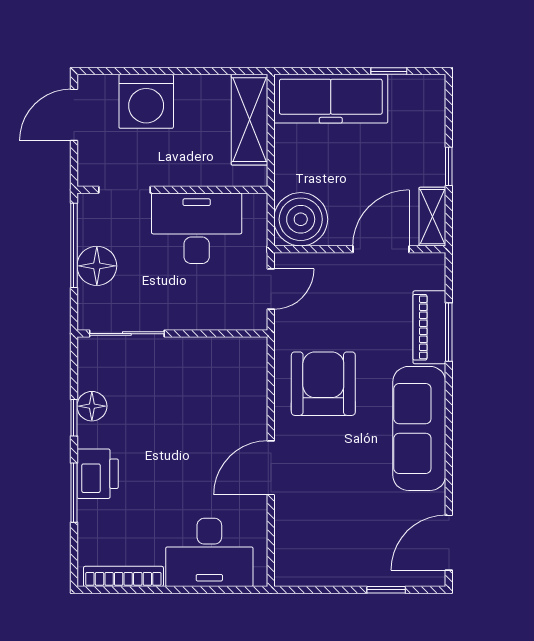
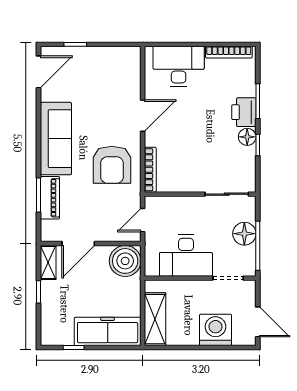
door: (74, 115) -> (258, 322), hinge flipped
bookcase: (258, 375) -> (150, 170), added
floor lamp: (92, 406) -> (247, 137), moved

